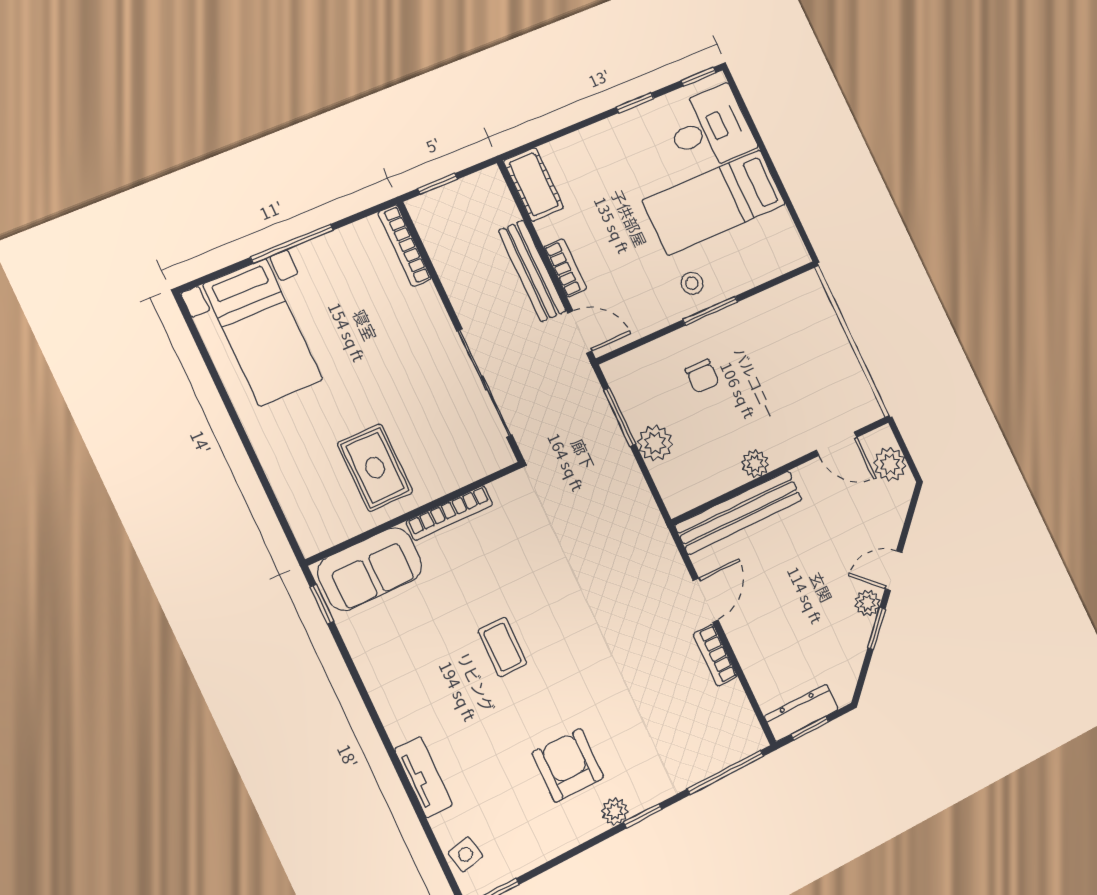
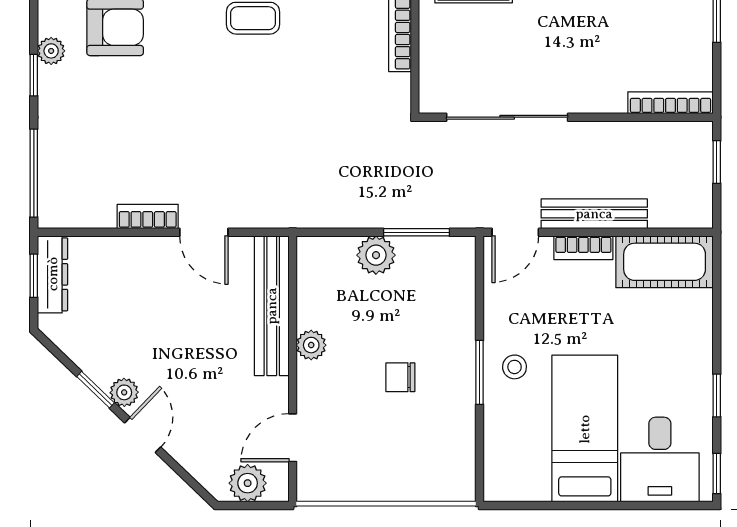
cot: (534, 184) -> (665, 262), width x1.37, depth x1.34
chair: (702, 376) -> (400, 377), moved

